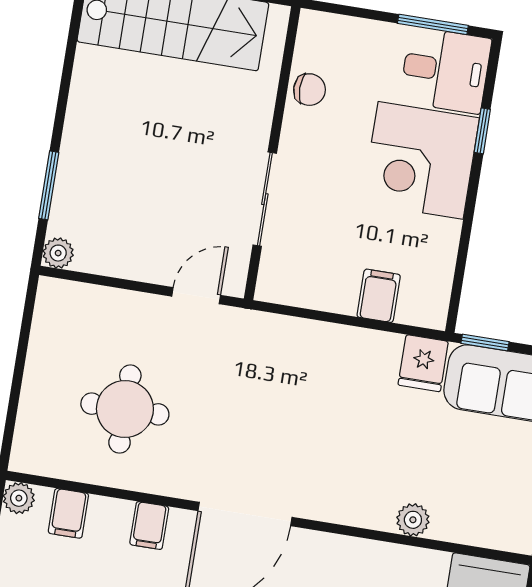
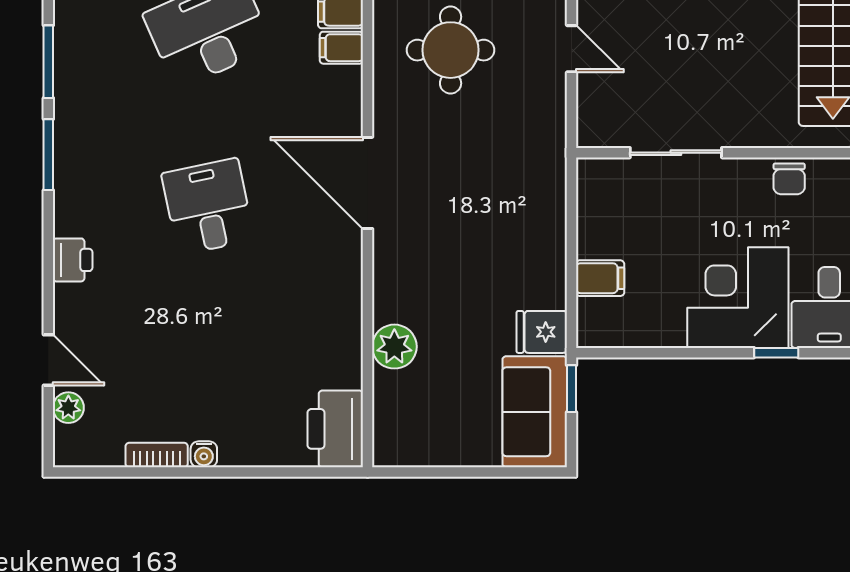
door: (196, 296) -> (571, 49), moved
plant: (413, 520) -> (394, 347), width x1.38, depth x1.38
filing cabinet: (149, 526) -> (341, 48), moved

